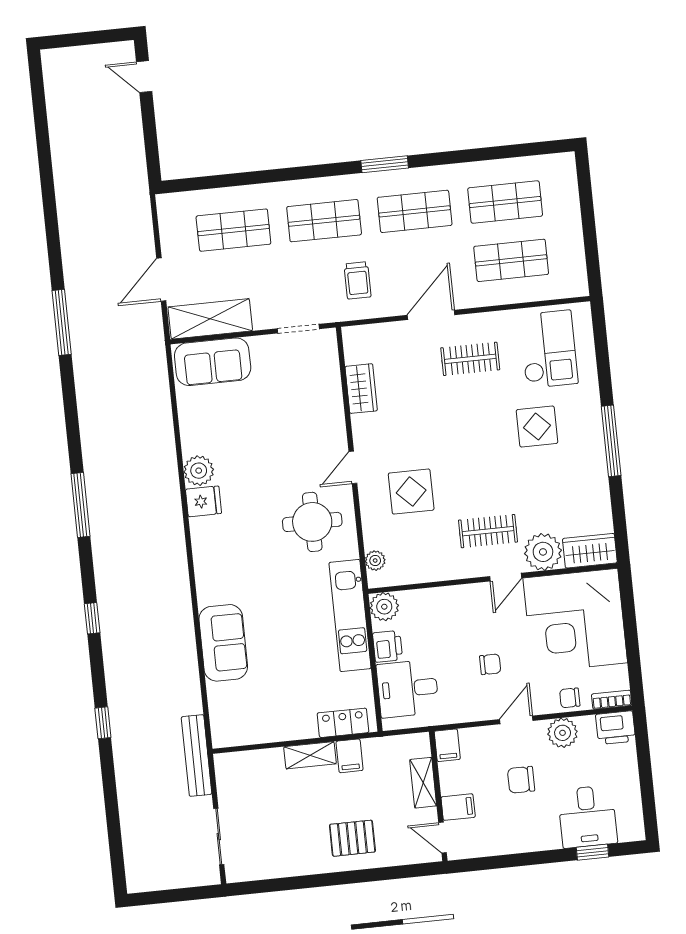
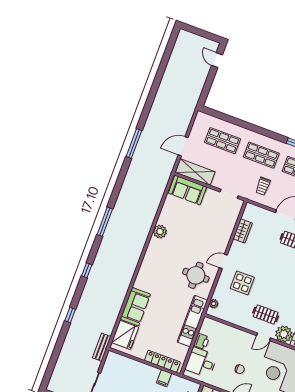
fridge: (204, 501) -> (125, 335), moved, width x1.88, depth x1.34
plant: (384, 607) -> (208, 324), removed
locker: (343, 723) -> (162, 361), width x1.53
bench: (197, 755) -> (102, 347), width x0.73
shelving: (310, 755) -> (148, 370), removed

